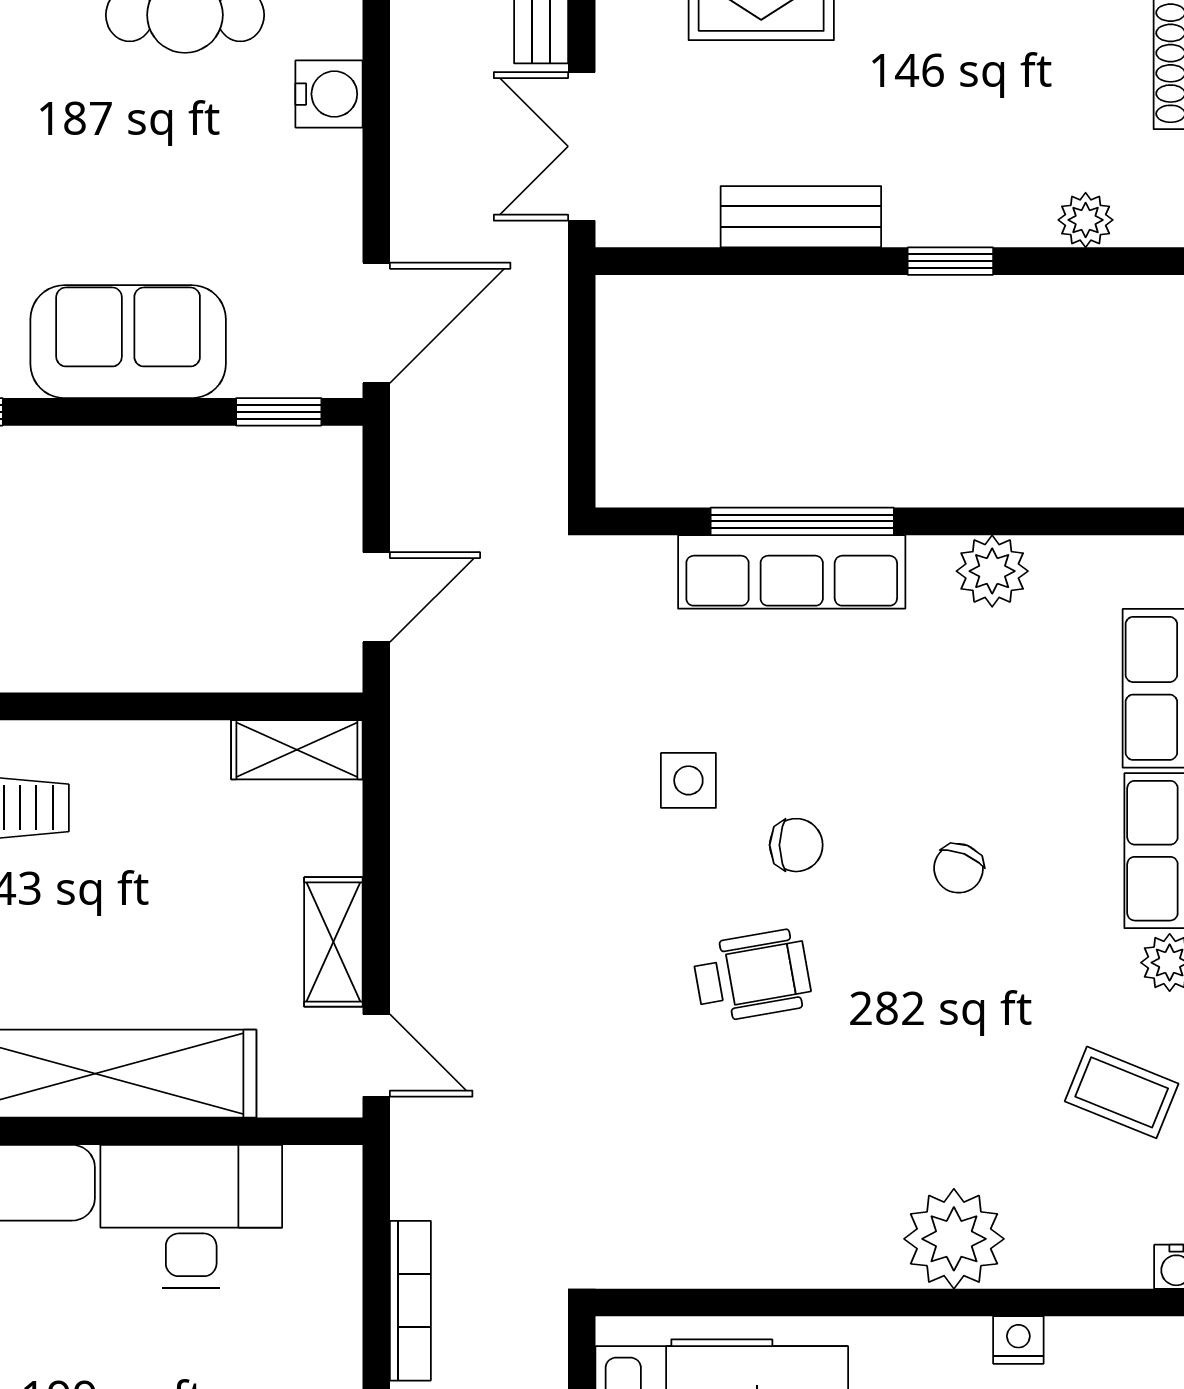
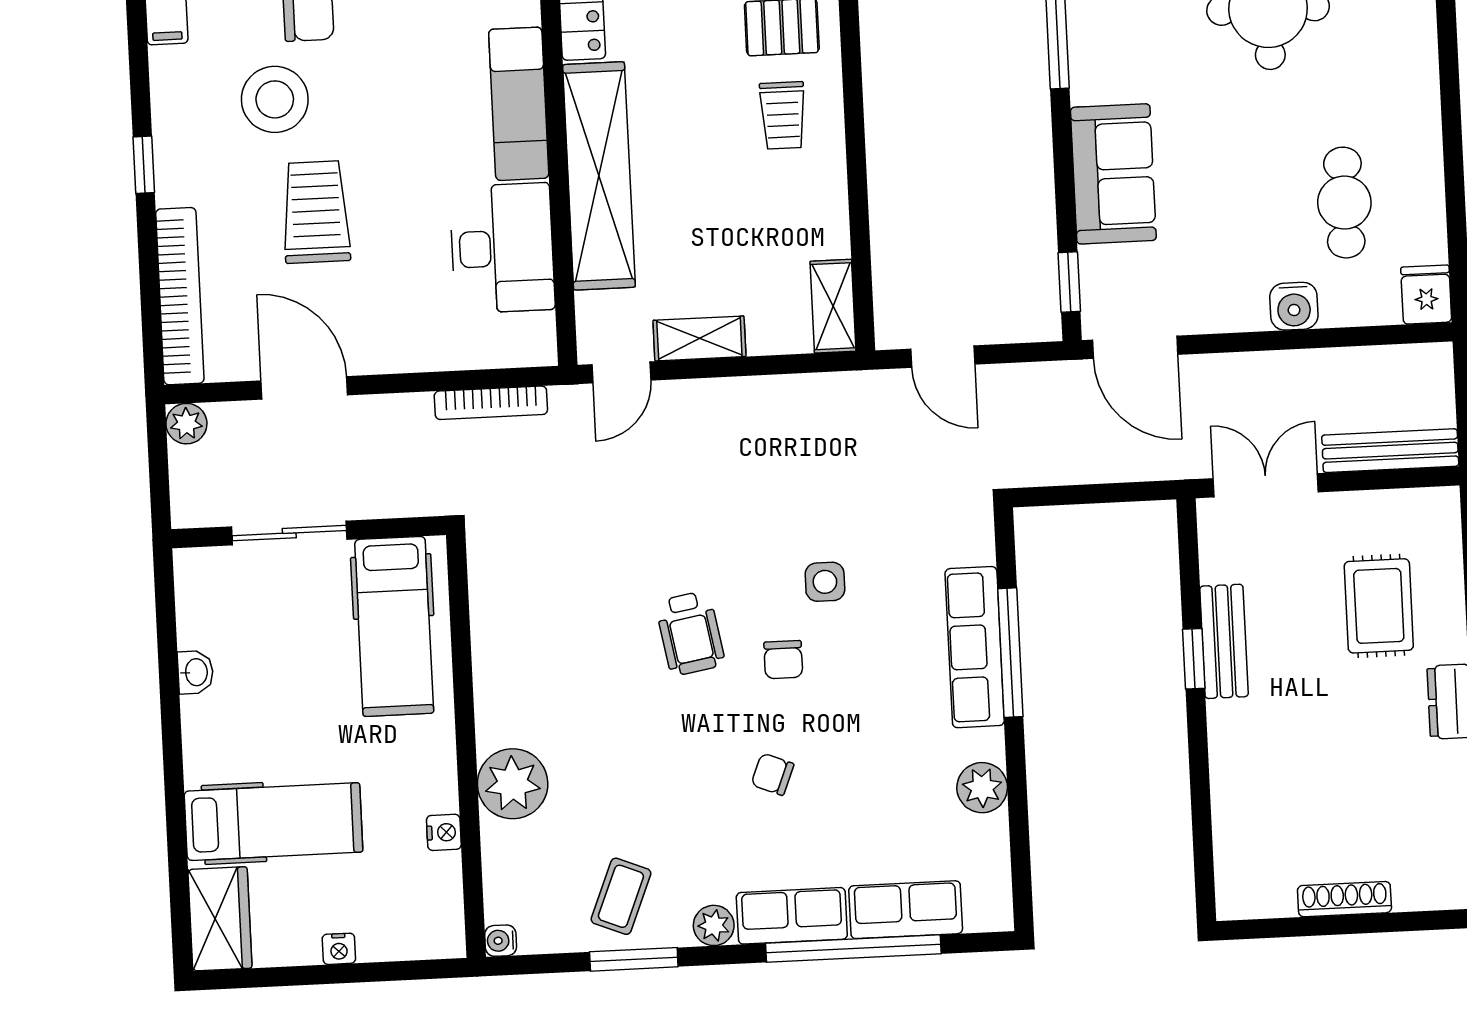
plant: (1086, 220) -> (1231, 841), removed
window: (950, 261) -> (1194, 659), moved
bookcase: (410, 1301) -> (491, 403), moved

